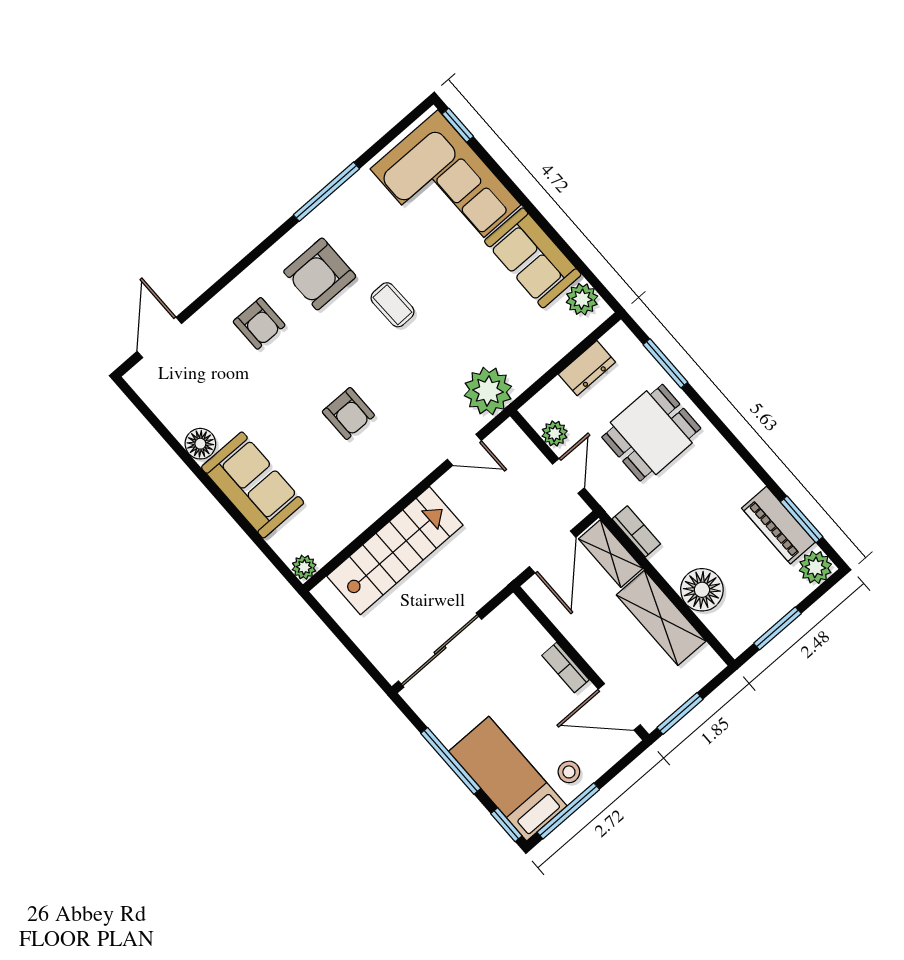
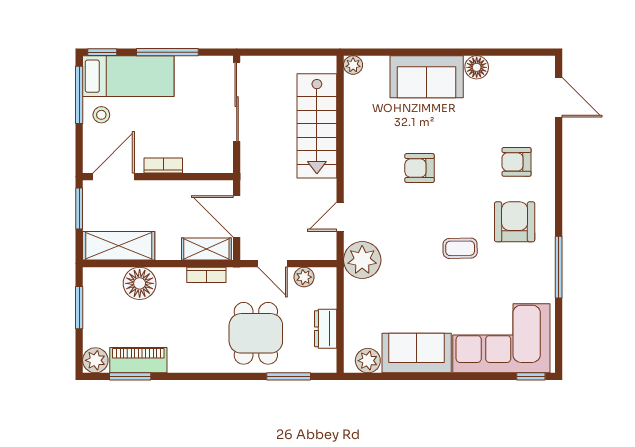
shelving: (661, 618) -> (119, 246), moved

